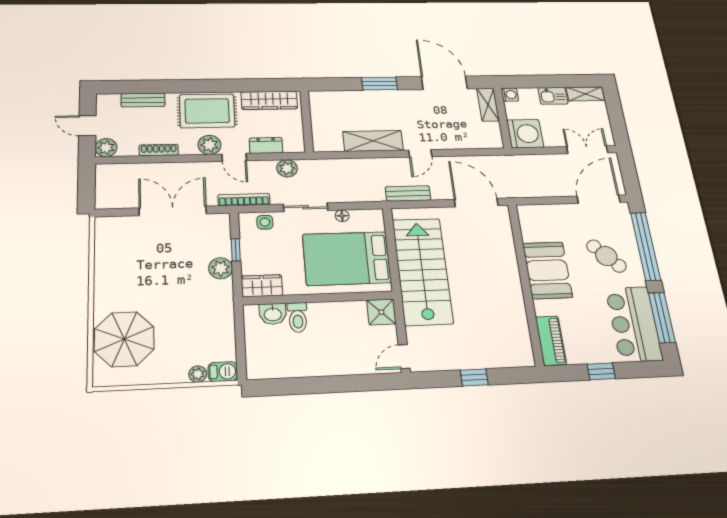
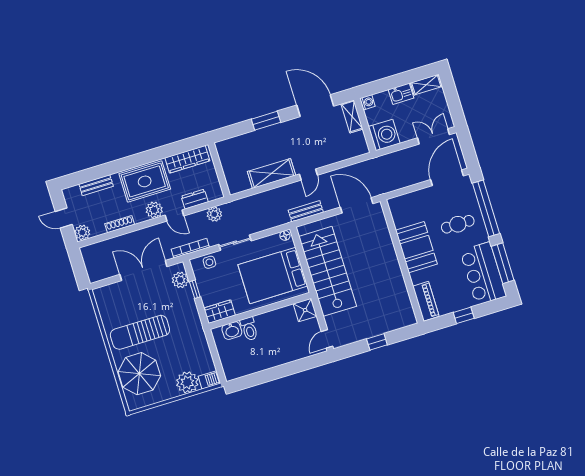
floor lamp: (342, 216) -> (285, 235), moved
cafe table: (606, 256) -> (458, 224), turned -46
plant: (221, 268) -> (180, 280), moved
sun lounger: (143, 285) -> (140, 332), added
plant: (198, 374) -> (187, 382), width x1.88, depth x1.88

